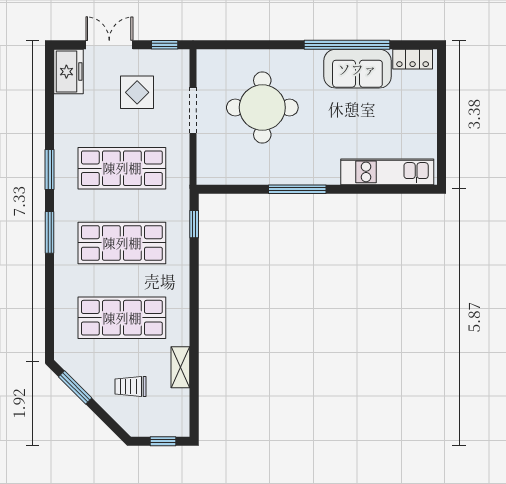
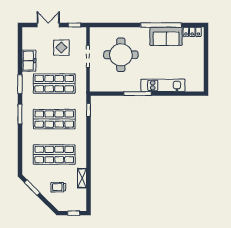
freezer: (69, 72) -> (29, 61), moved
kitchen unit: (387, 172) -> (163, 85), moved

